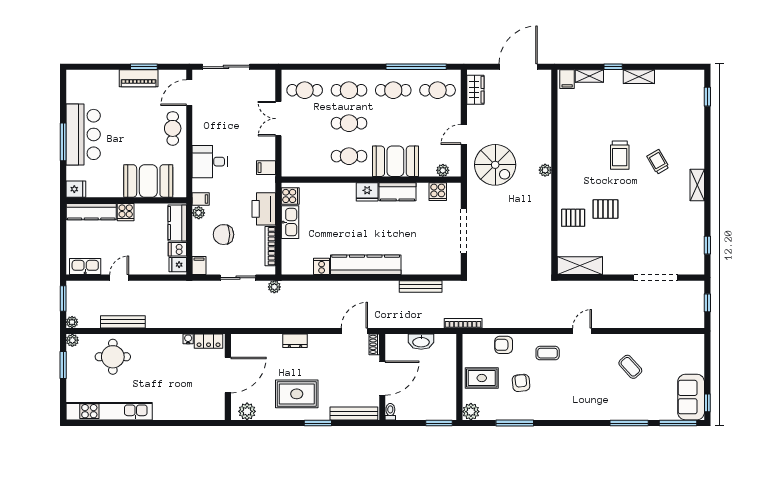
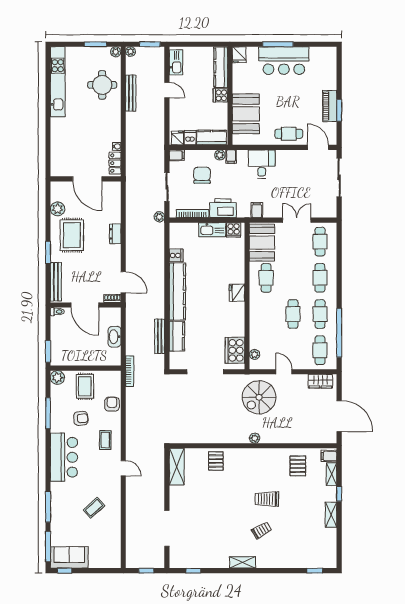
cafe table: (349, 123) -> (293, 314), moved
booth: (395, 161) -> (262, 243), moved
kitchen counter: (398, 192) -> (177, 336), moved, turned 180
cooker: (438, 192) -> (235, 350), width x1.87, depth x1.31
pallet: (605, 209) -> (298, 466), moved
bar counter: (569, 404) -> (64, 457), added
plant: (247, 411) -> (58, 209), moved

